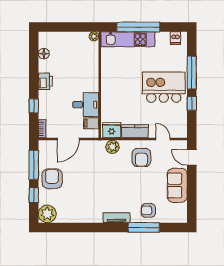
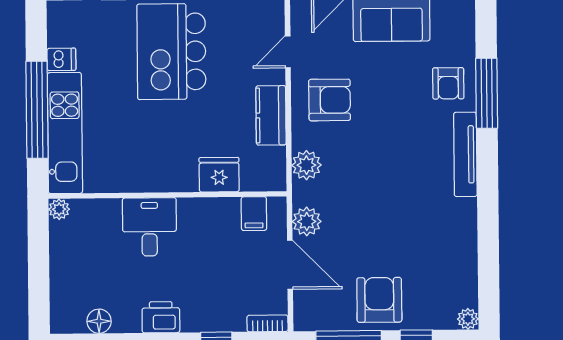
dishwasher: (175, 38) -> (61, 59), moved
desk: (86, 105) -> (149, 227), moved
fridge: (112, 130) -> (219, 175), moved, turned 90
plant: (87, 147) -> (307, 221), added
armchair: (52, 179) -> (379, 300), turned 90
plant: (47, 214) -> (468, 319), width x0.53, depth x0.53
tv unit: (117, 218) -> (465, 154), width x1.41

